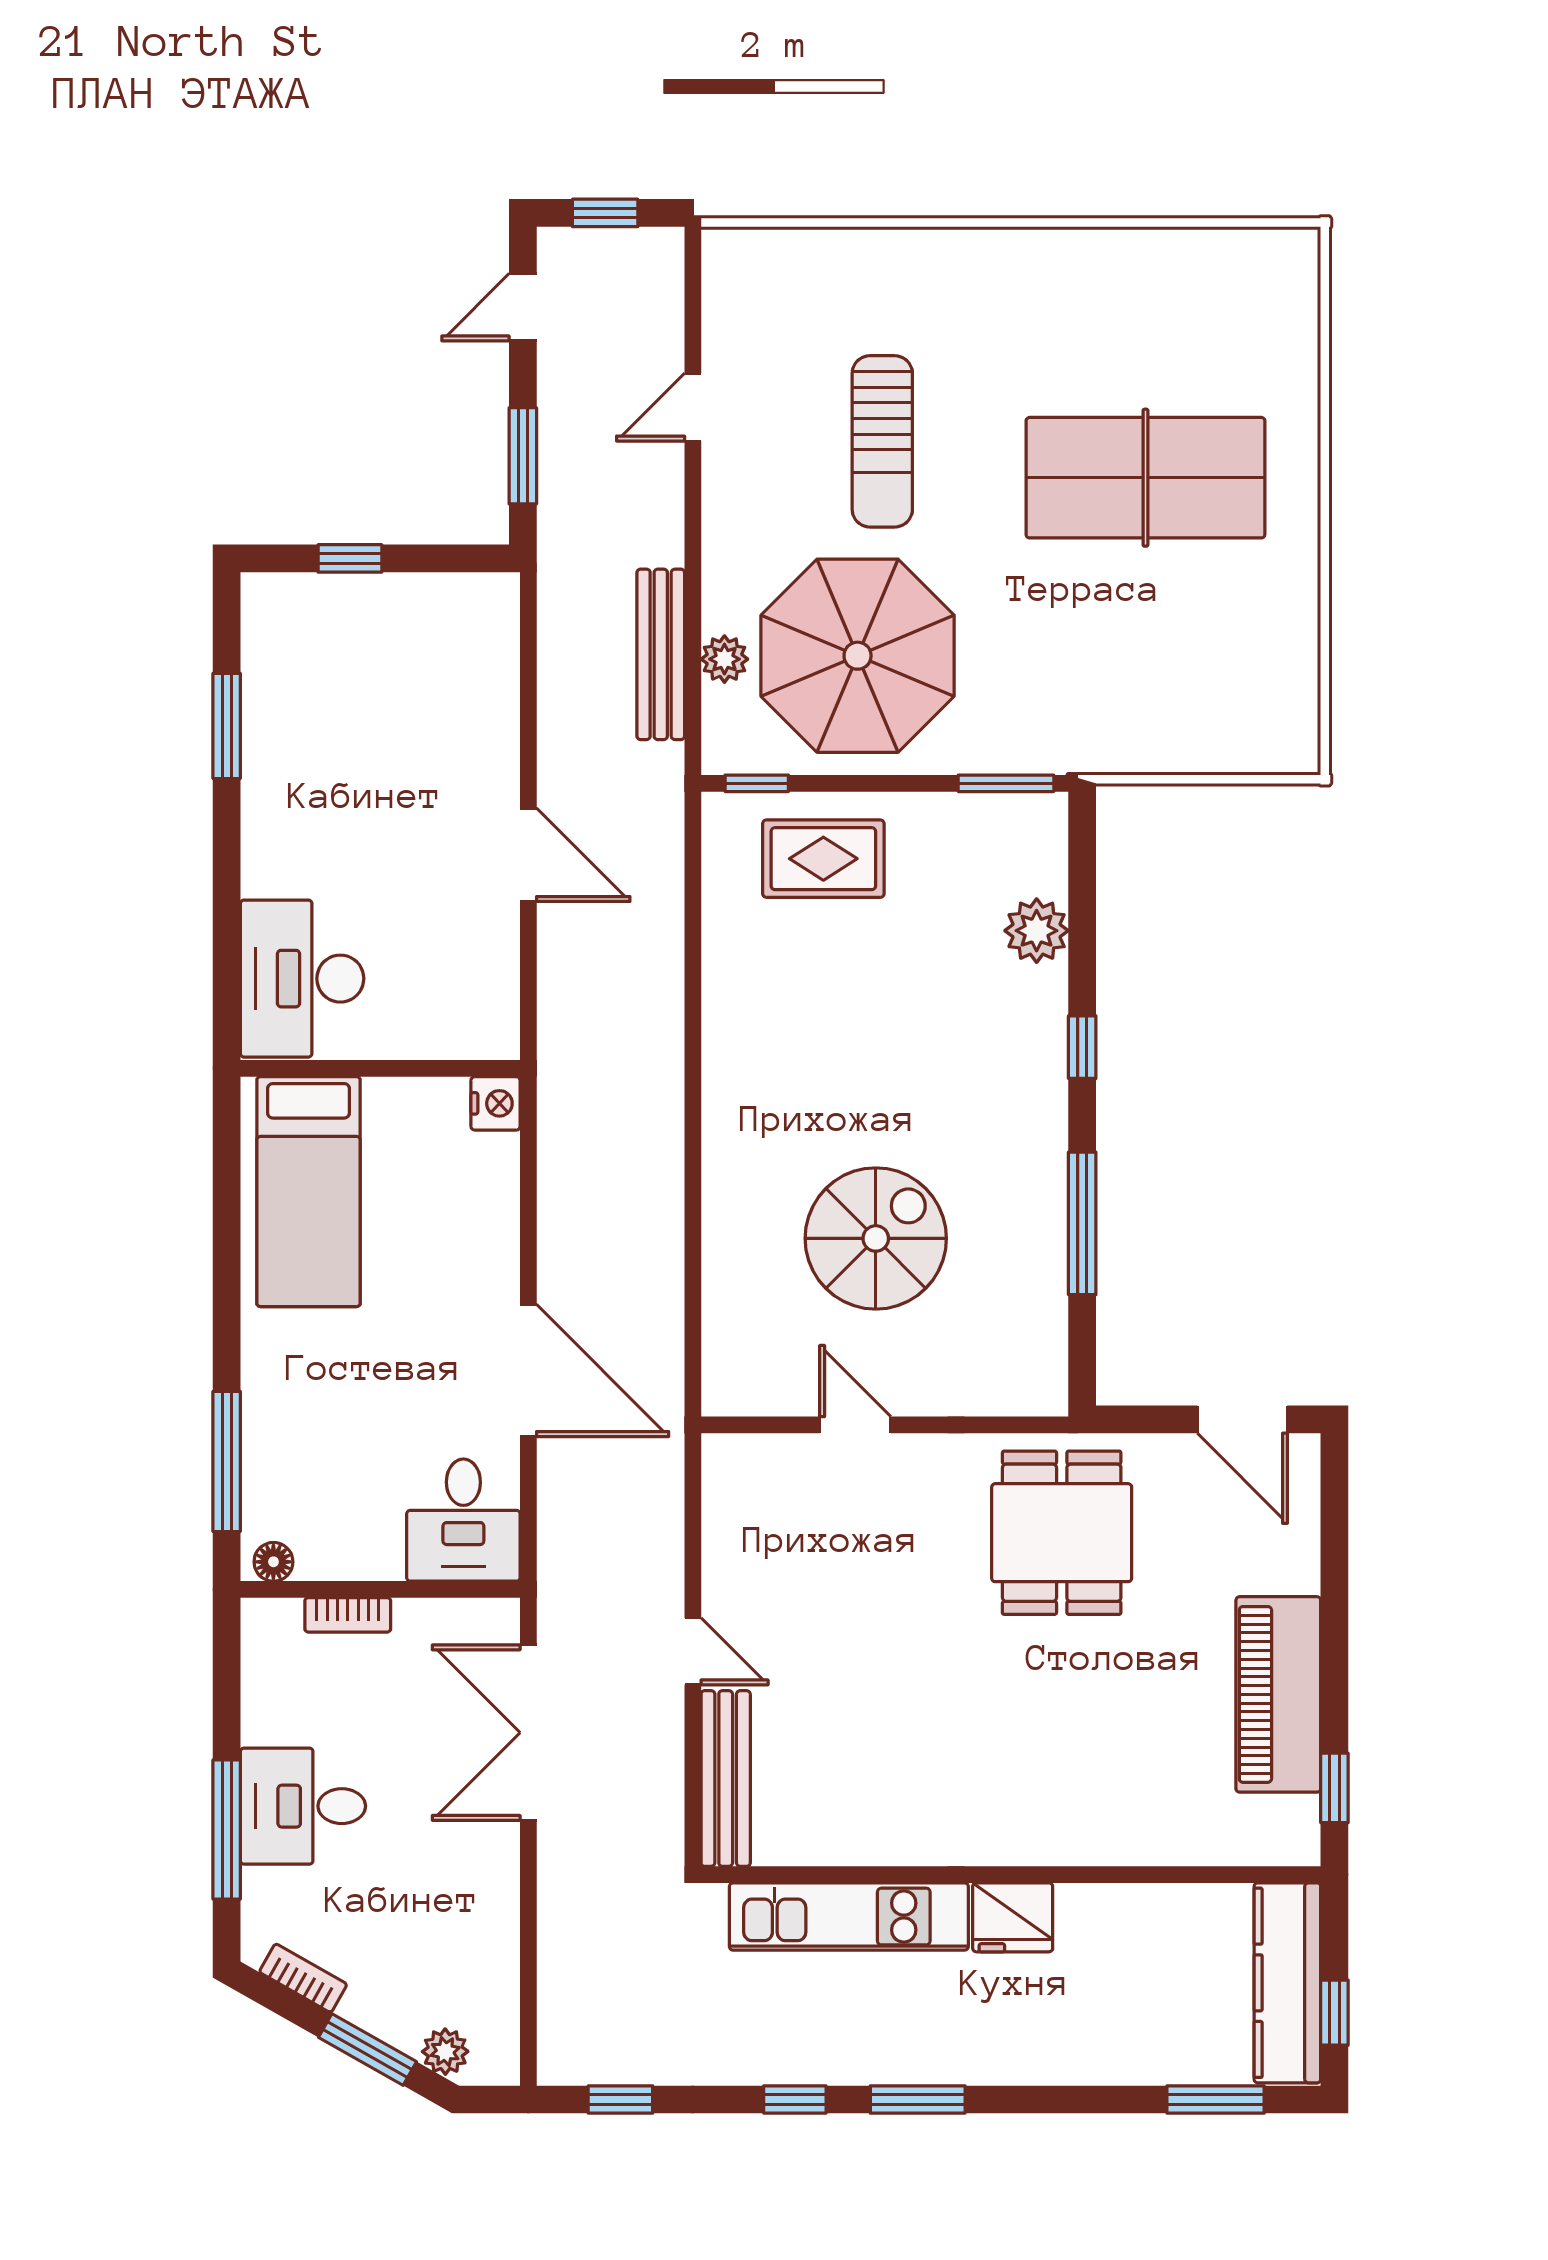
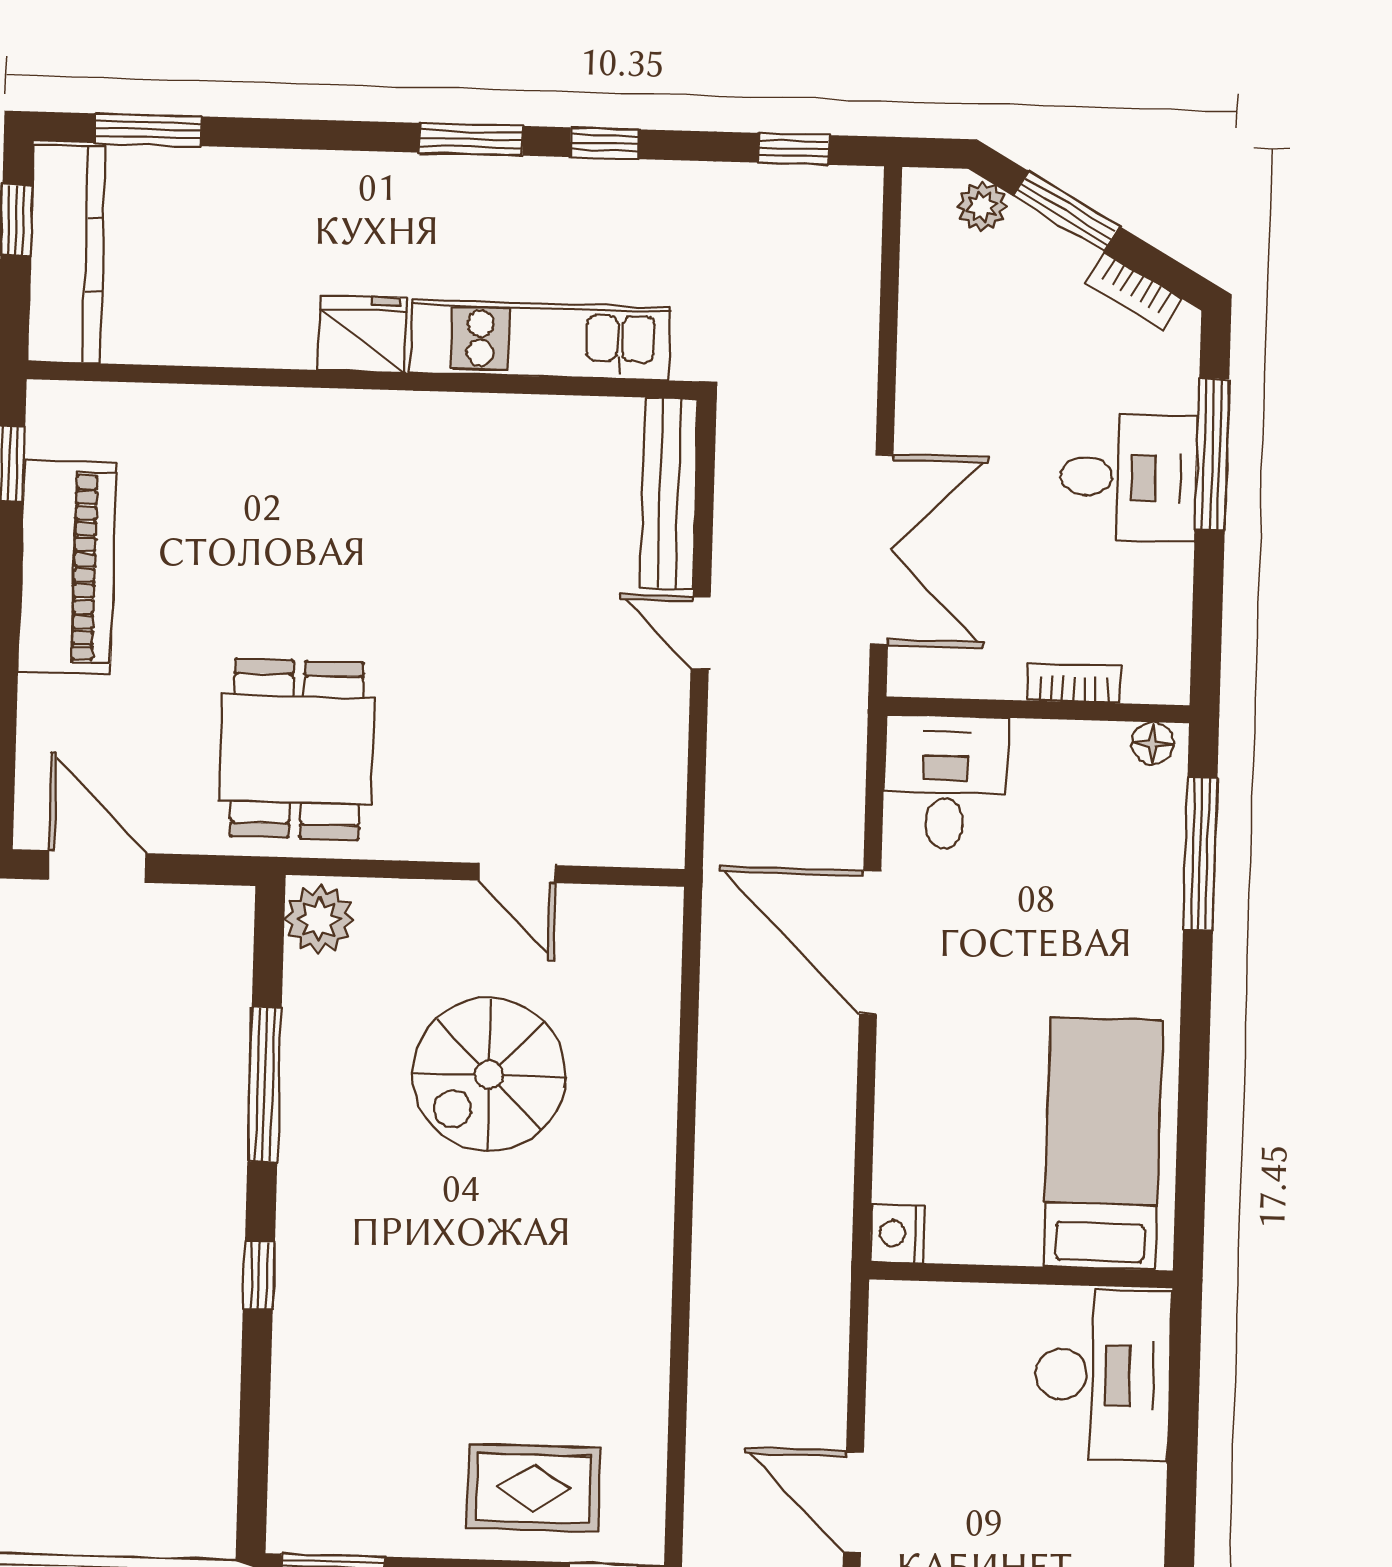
plant: (1037, 931) -> (319, 919), moved

